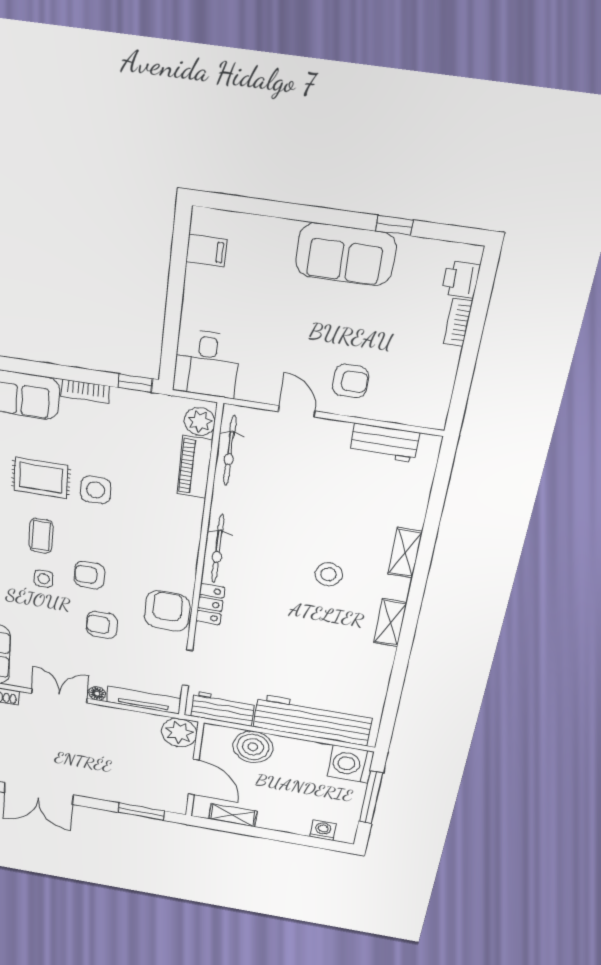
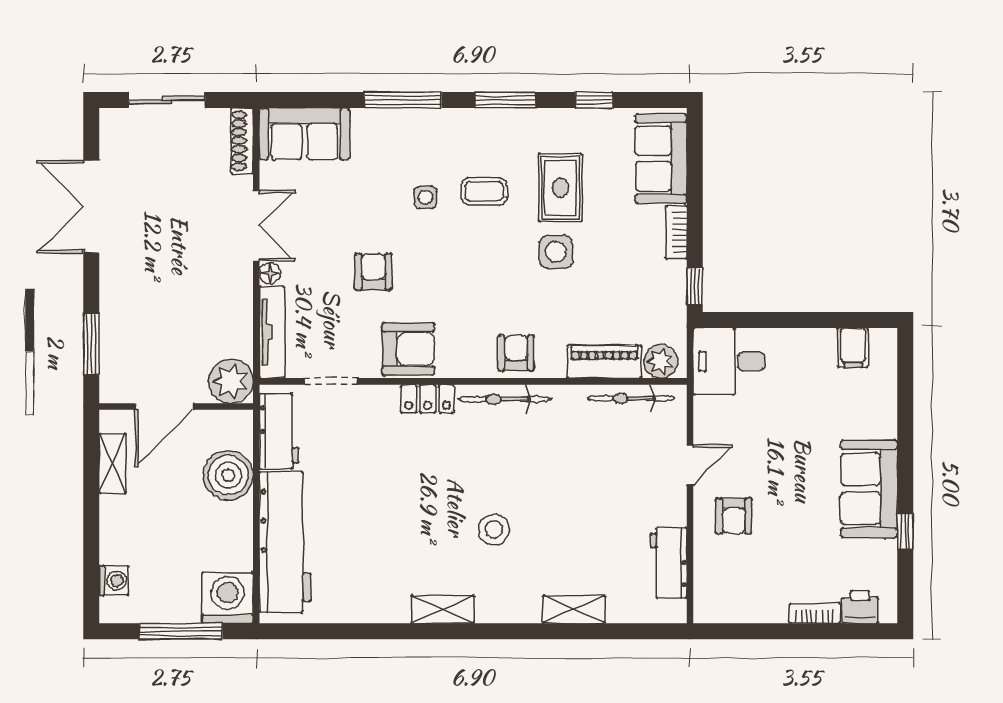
shelving: (405, 553) -> (574, 609), moved
armchair: (89, 575) -> (516, 353), moved

